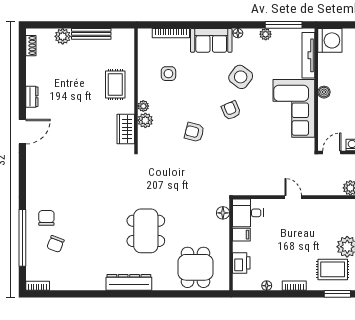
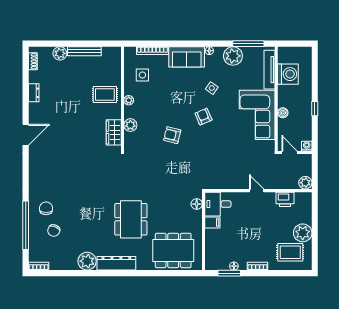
plant: (266, 34) -> (233, 56), width x1.87, depth x1.87
washing machine: (330, 40) -> (288, 74), moved
side table: (168, 74) -> (142, 75), moved
side table: (241, 77) -> (212, 88), width x0.54, depth x0.54
rug: (115, 85) -> (105, 95), turned 90
boiler: (324, 92) -> (283, 113), moved
dresser: (32, 97) -> (34, 93), moved
plant: (143, 106) -> (129, 100), moved
door: (332, 152) -> (289, 152), hinge flipped
printer: (241, 263) -> (285, 199), moved, turned 90
dining table: (195, 267) -> (173, 250), width x1.37
plant: (95, 280) -> (87, 261), added
window: (337, 294) -> (229, 273), moved

